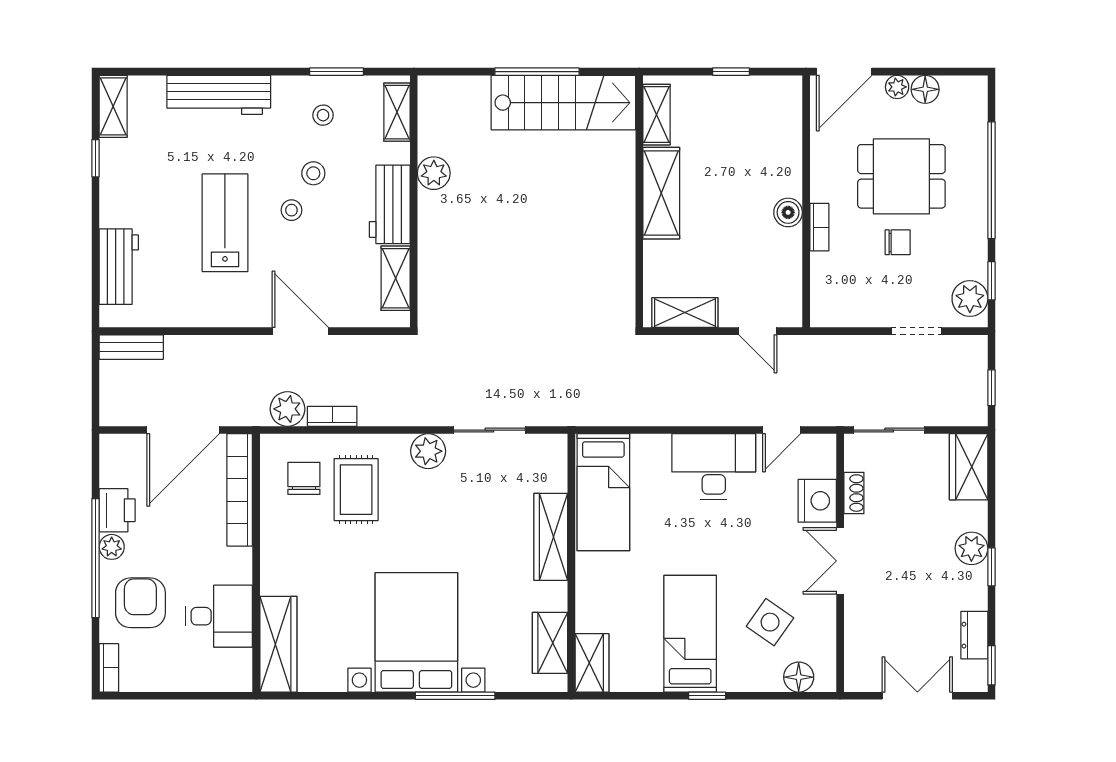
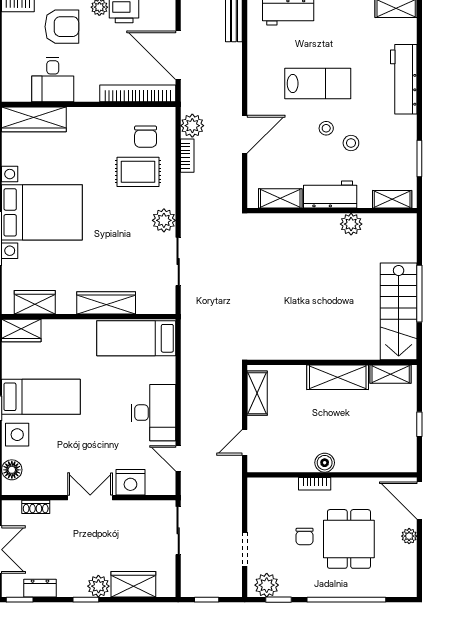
floor lamp: (925, 89) -> (408, 555), removed
stool: (323, 115) -> (390, 150), removed
wardrobe: (969, 467) -> (133, 584), moved
chair: (304, 478) -> (146, 137), turned 90
shoe rack: (854, 493) -> (36, 507), moved
side table: (770, 622) -> (17, 435), moved, turned -35

